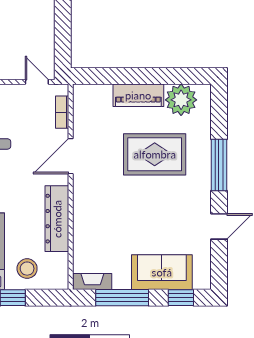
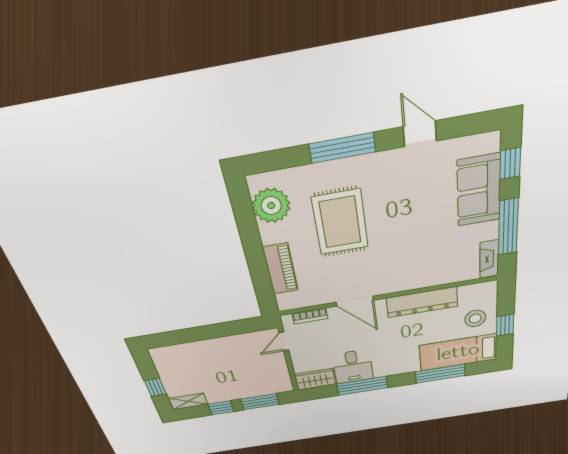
piano: (138, 95) -> (281, 269), moved

